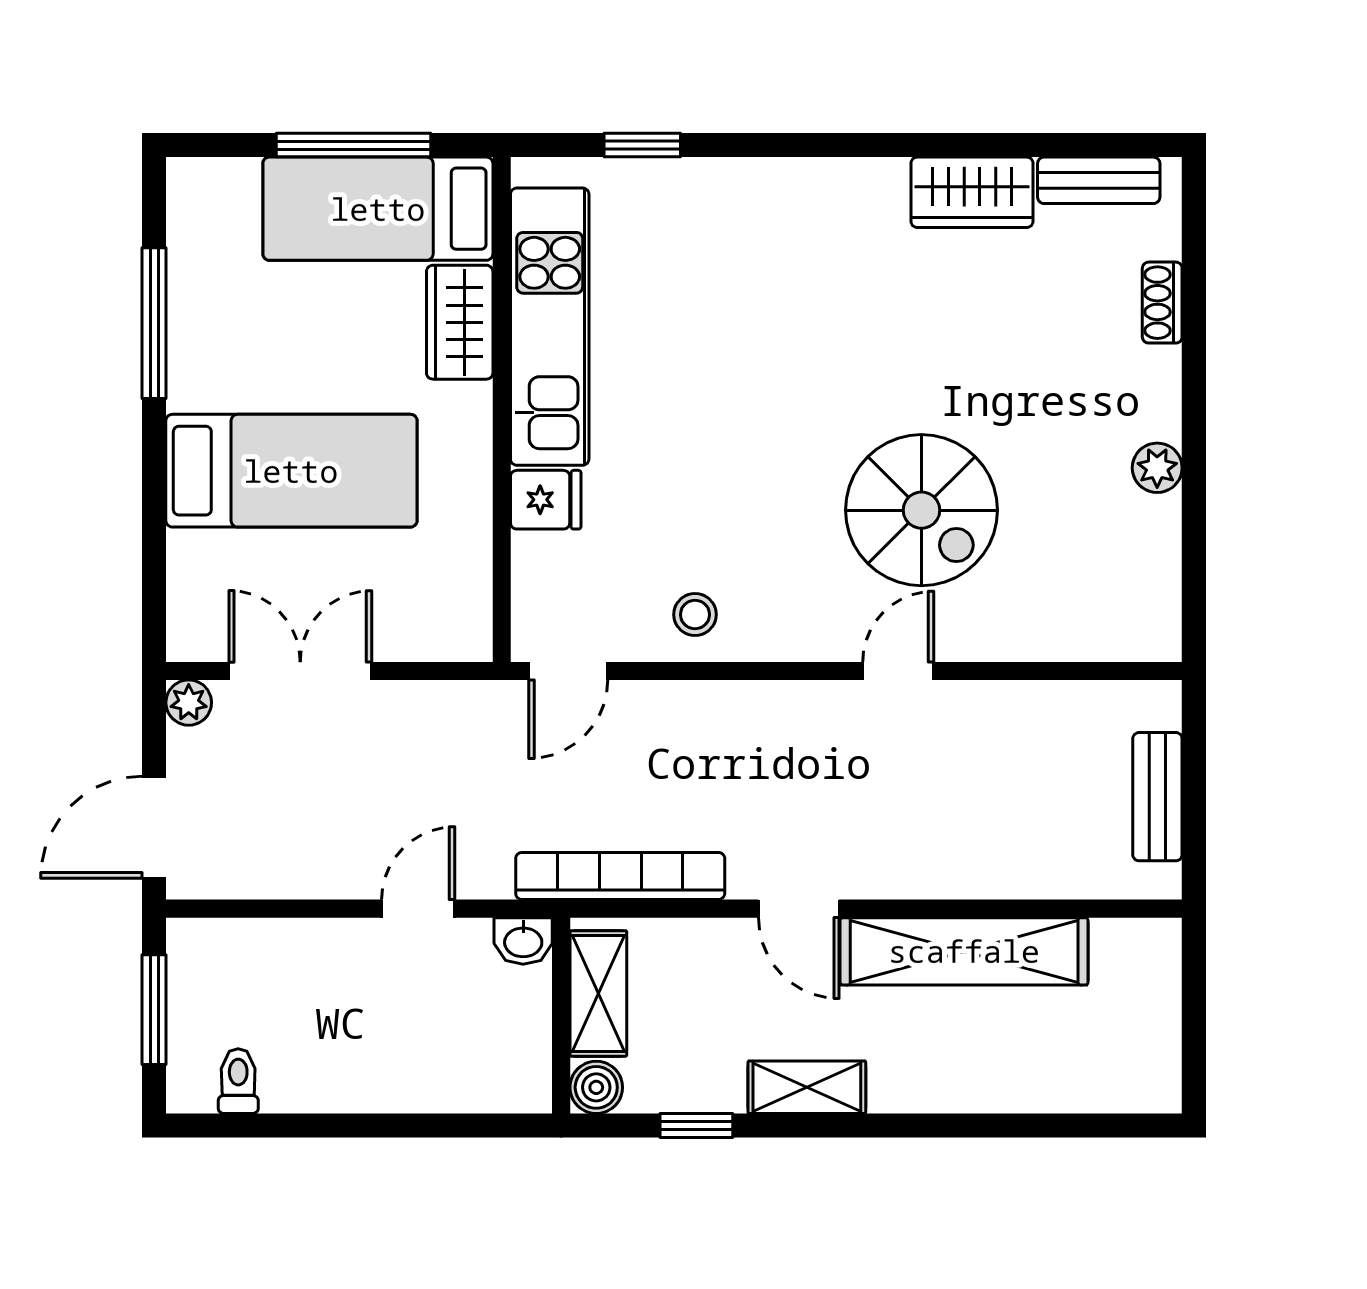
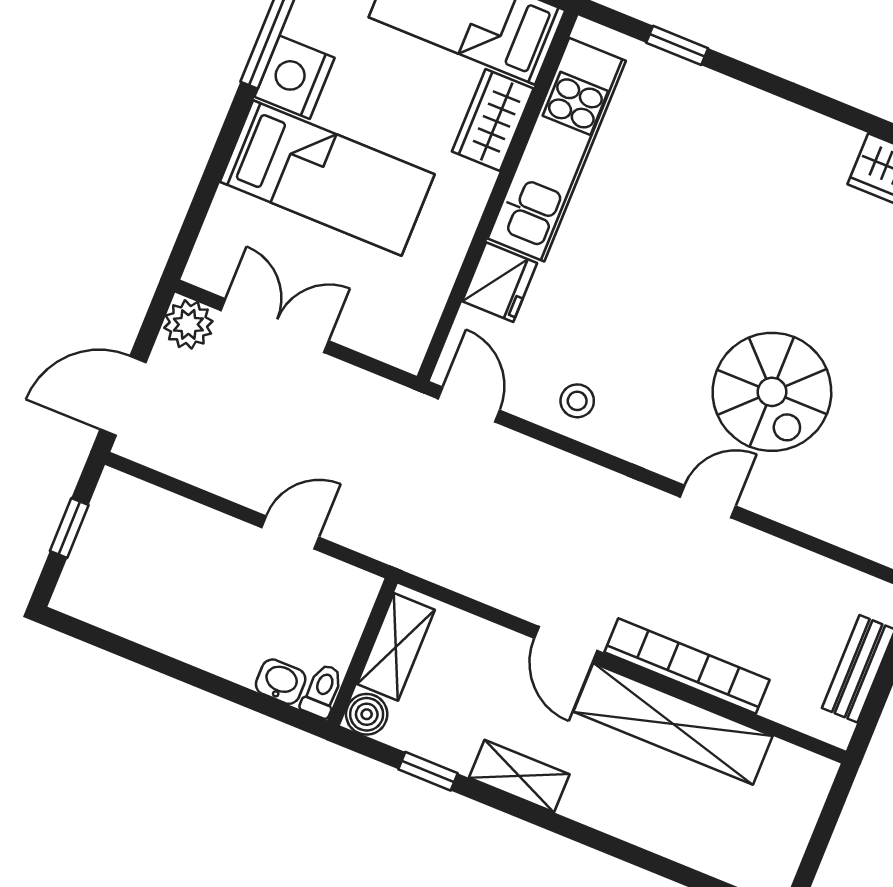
nightstand: (204, 367) -> (294, 77), added
fridge: (546, 500) -> (500, 282), width x1.38
door: (568, 671) -> (469, 404), swing flipped
plant: (189, 703) -> (188, 324), width x1.38, depth x1.38
bookcase: (620, 876) -> (687, 666), moved
washbasin: (523, 941) -> (281, 682), moved, turned 180
window: (154, 1010) -> (69, 528), width x0.67
toilet: (238, 1081) -> (322, 691), moved

